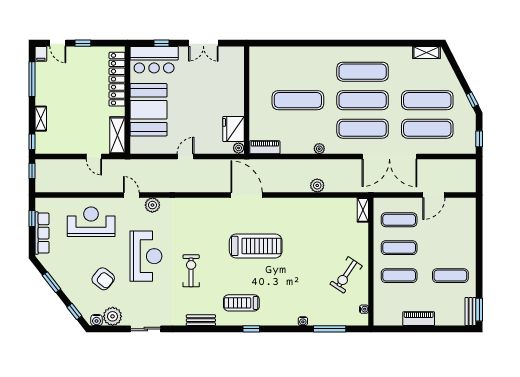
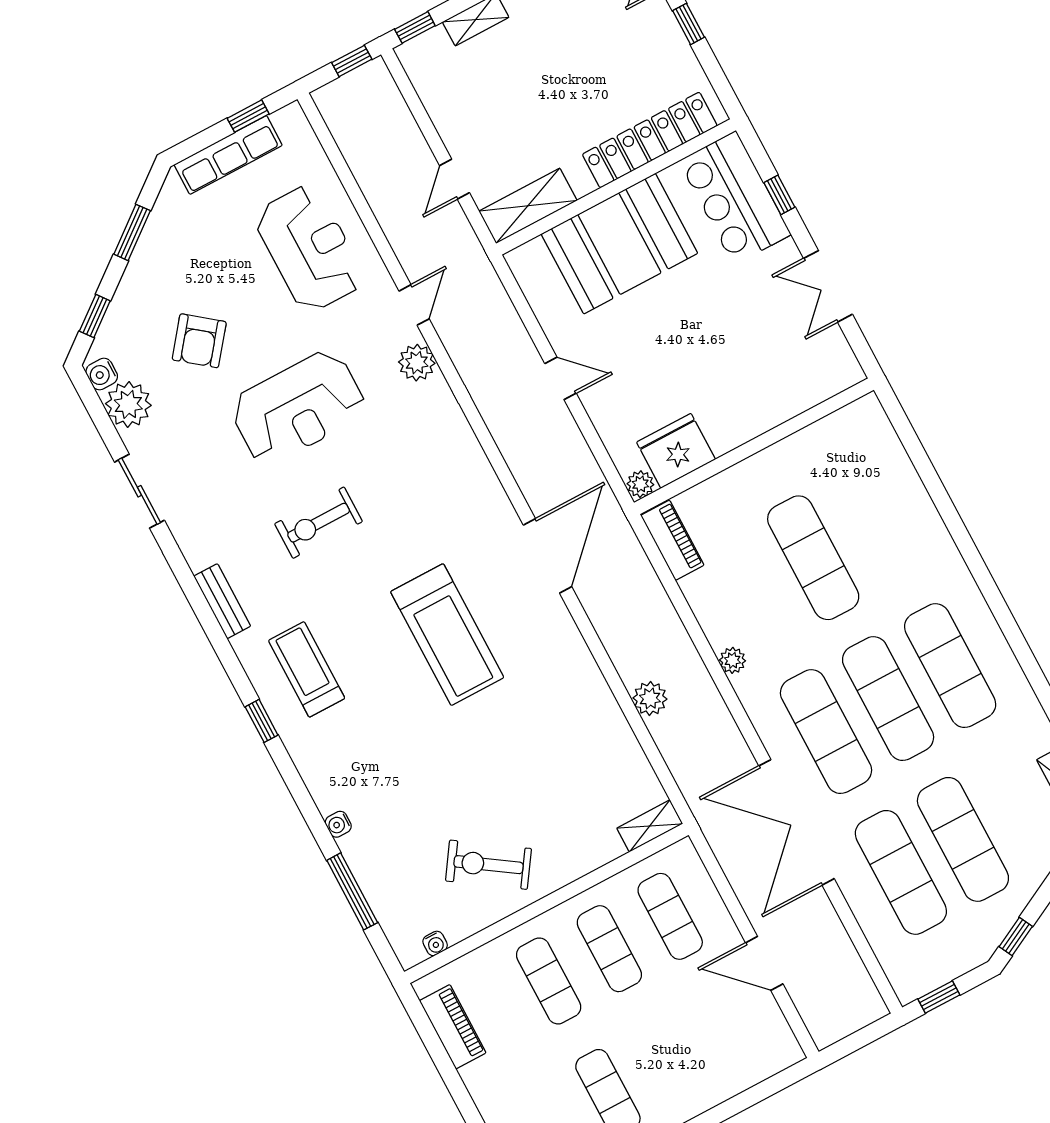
exercise bike: (191, 271) -> (319, 523), turned 180
piano: (419, 319) -> (453, 1027), moved

